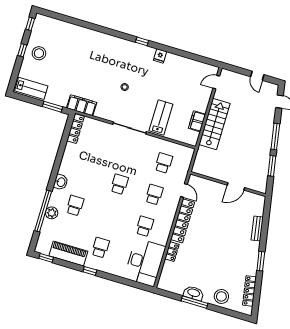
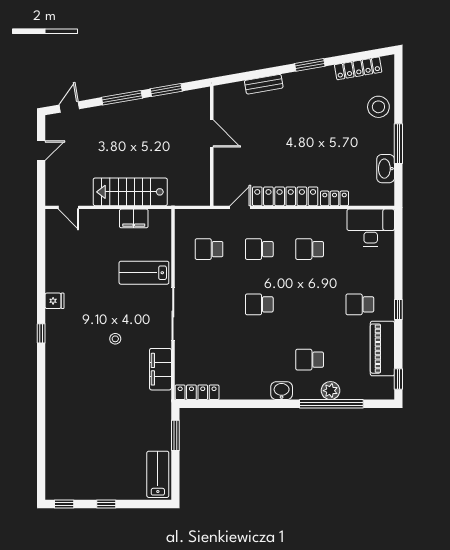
stool: (39, 53) -> (103, 478), removed
filing cabinet: (82, 105) -> (160, 369), moved
desk: (145, 262) -> (371, 228), width x0.73, depth x0.77
washbasin: (194, 293) -> (386, 169), moved

